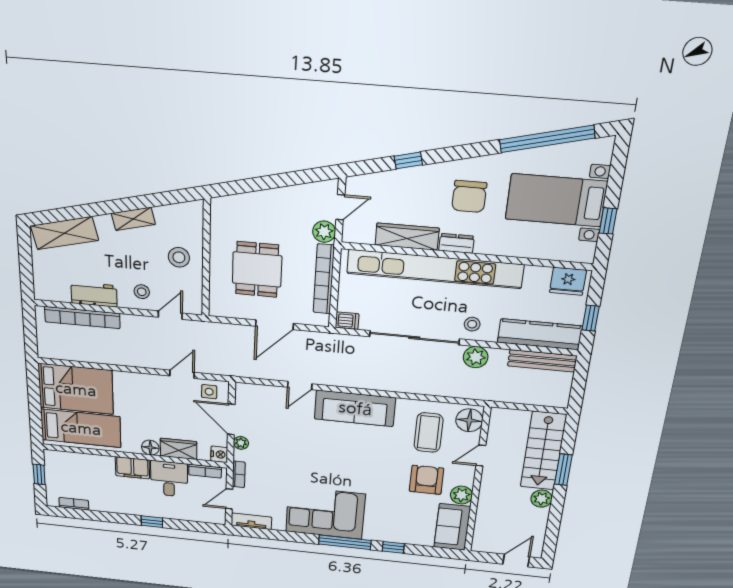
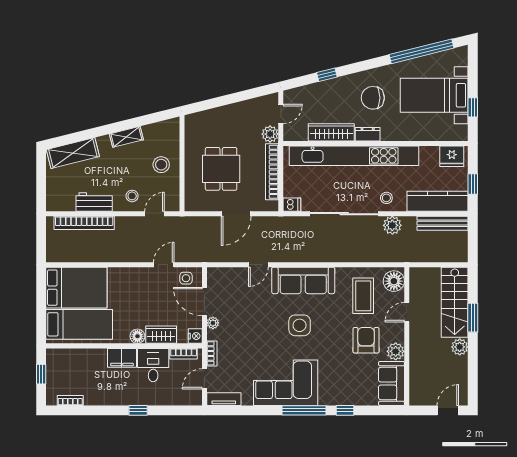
chair: (469, 196) -> (373, 98), turned 90
side table: (346, 456) -> (300, 325), added

